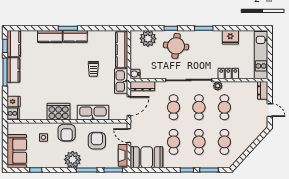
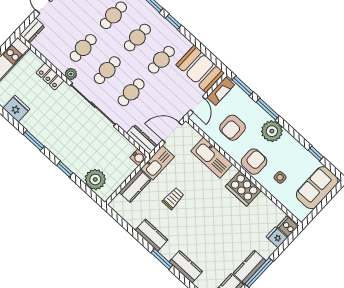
kitchen counter: (75, 36) -> (151, 235), moved
round table: (176, 46) -> (75, 148), removed
kitchen counter: (122, 50) -> (135, 186), width x0.67

